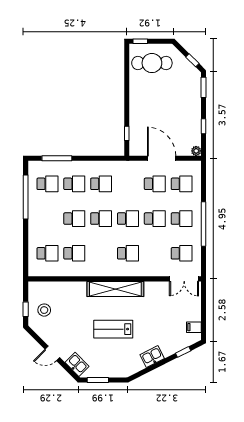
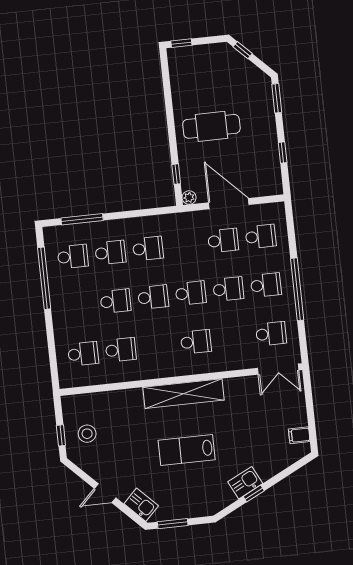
window: (192, 60) -> (243, 50), moved
cafe table: (152, 63) -> (211, 126), moved
plant: (196, 151) -> (189, 198), moved
window: (183, 352) -> (254, 494), moved

